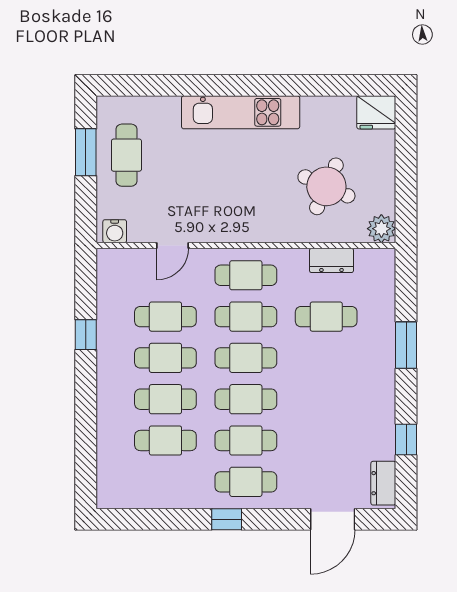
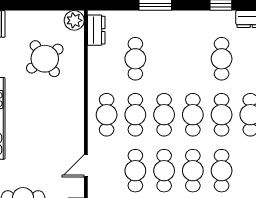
round table: (326, 186) -> (45, 59), turned 30
door: (173, 246) -> (86, 166), swing flipped
dresser: (331, 260) -> (96, 30), moved
cafe table: (326, 441) -> (222, 59), added

